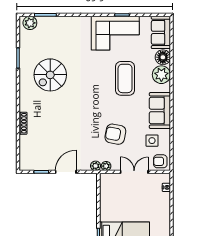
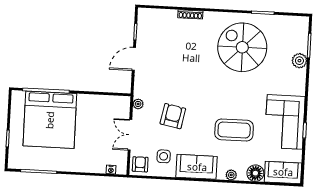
plant: (30, 23) -> (299, 61), moved
spiral stairs: (50, 75) -> (242, 47), width x1.37, depth x1.37
plant: (161, 75) -> (231, 175), width x0.53, depth x0.53
plant: (96, 166) -> (139, 92), removed
door: (66, 172) -> (134, 59), swing flipped
double door: (134, 172) -> (130, 135), swing flipped

